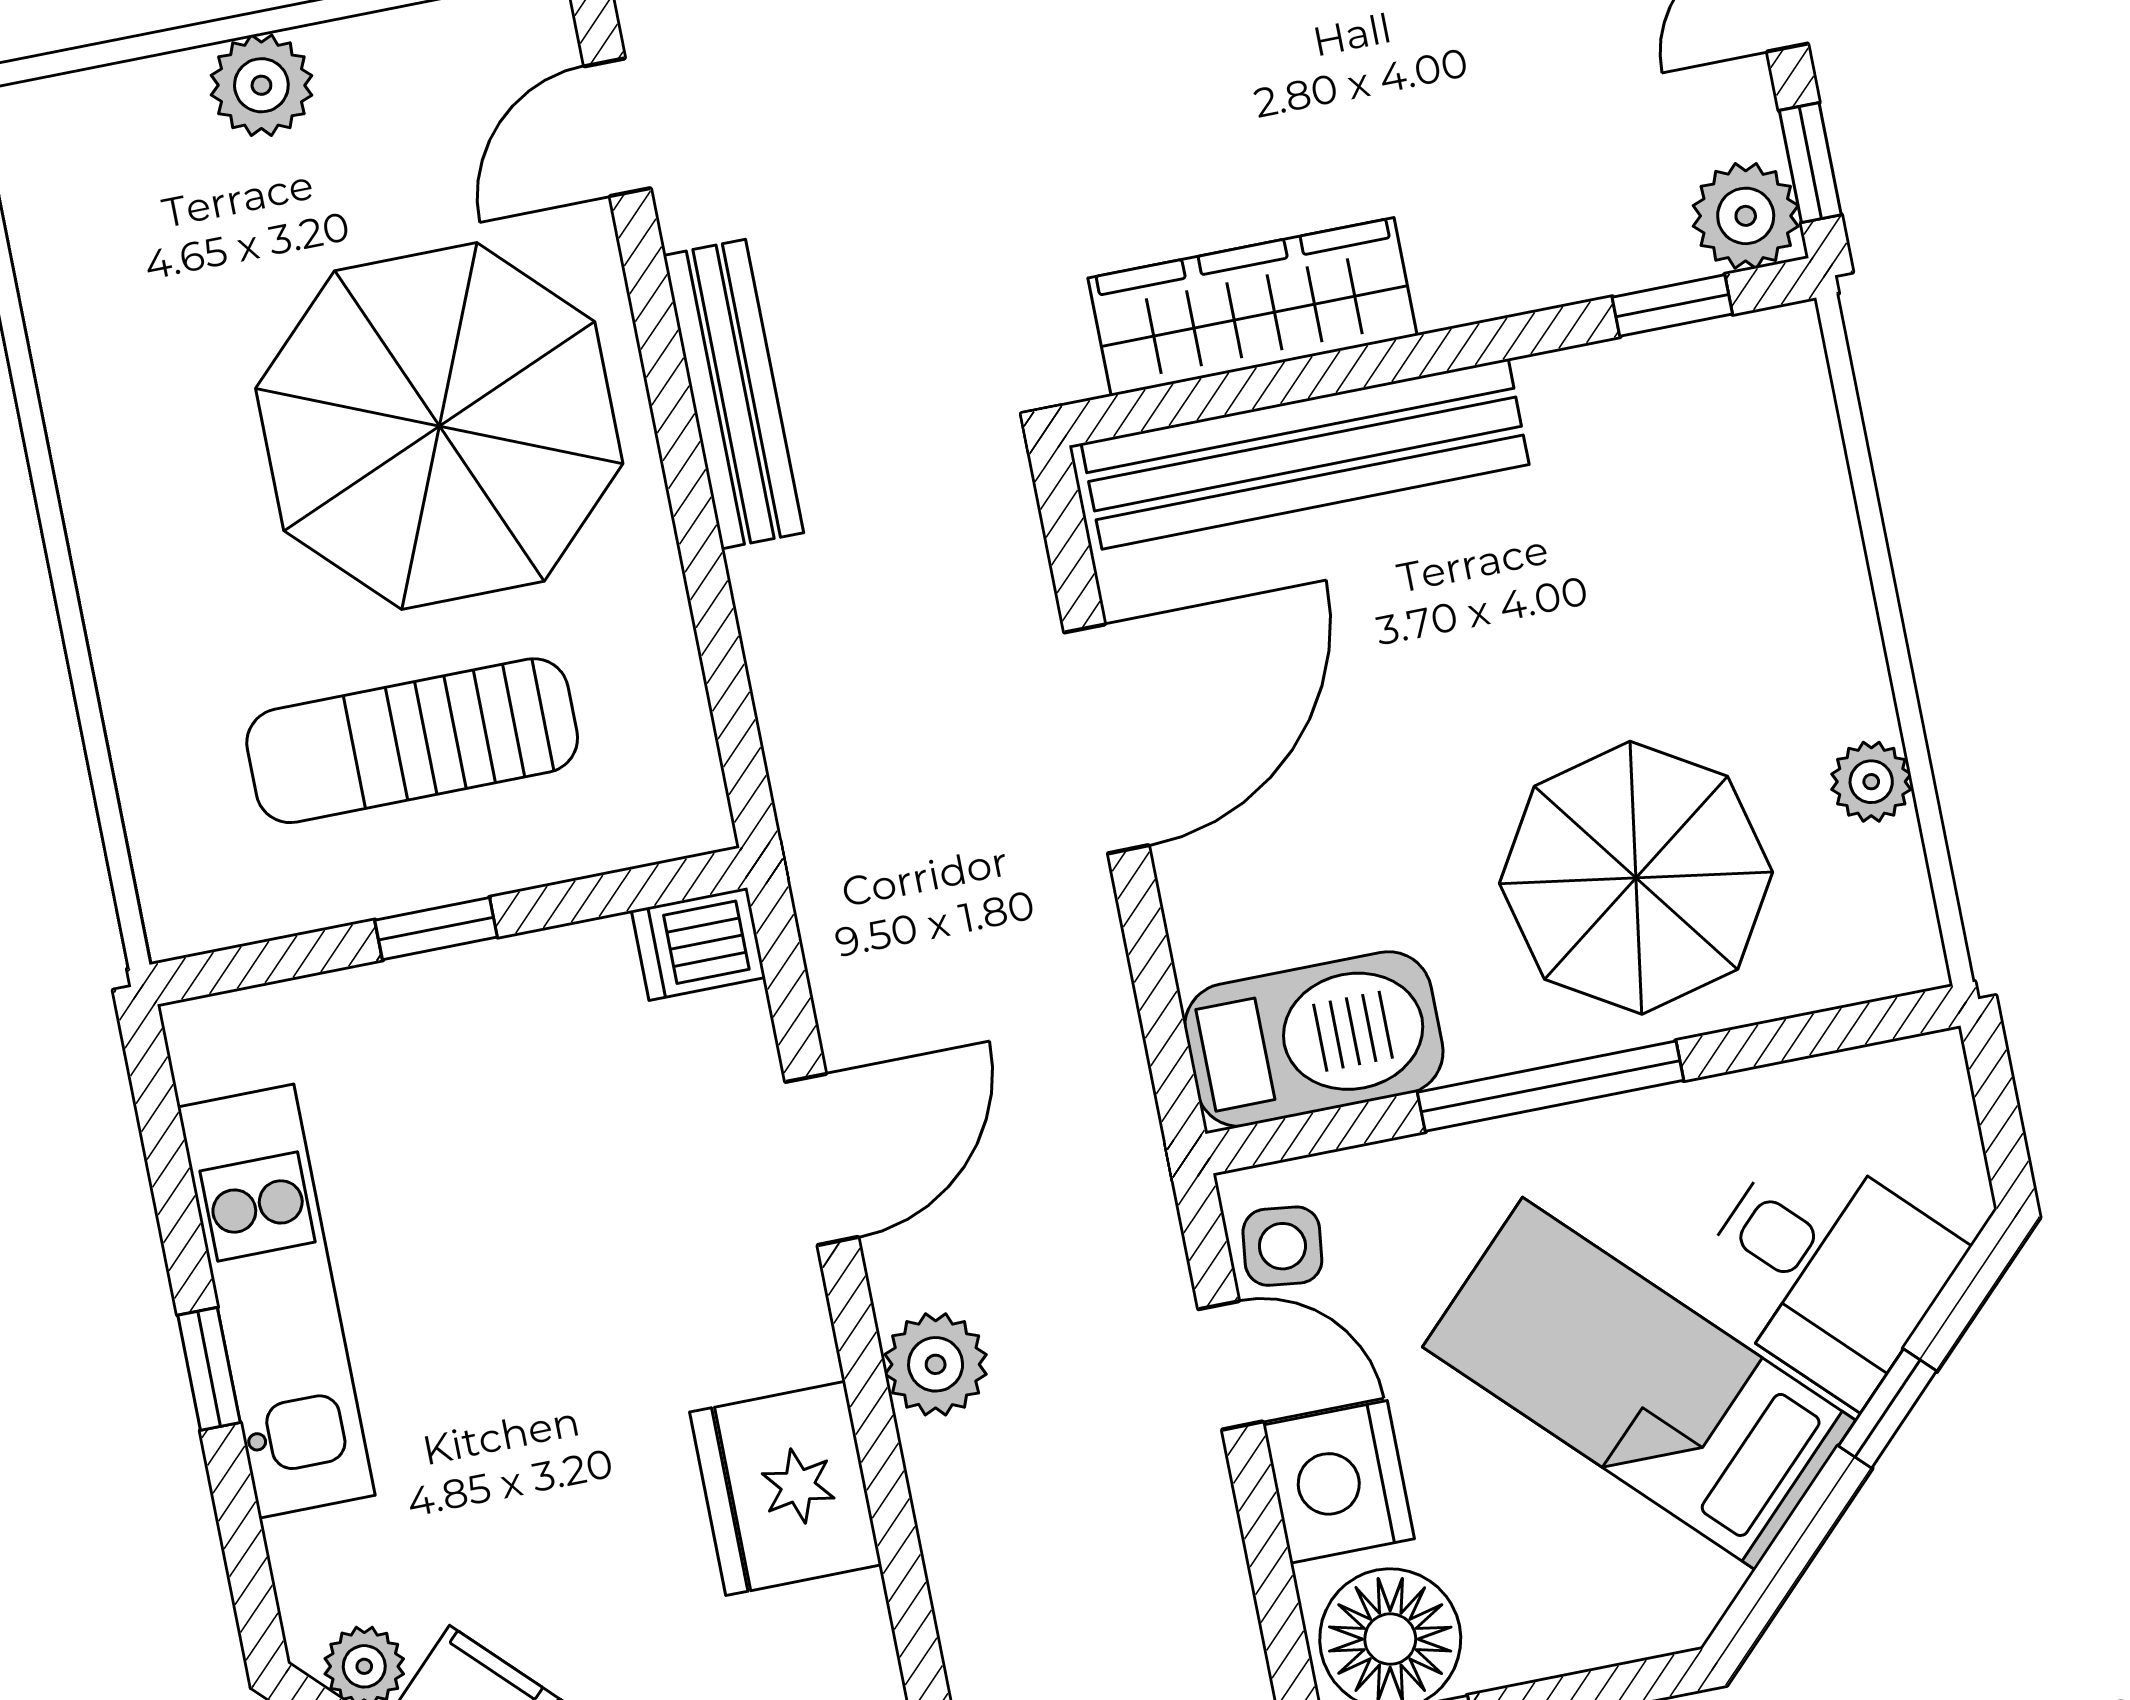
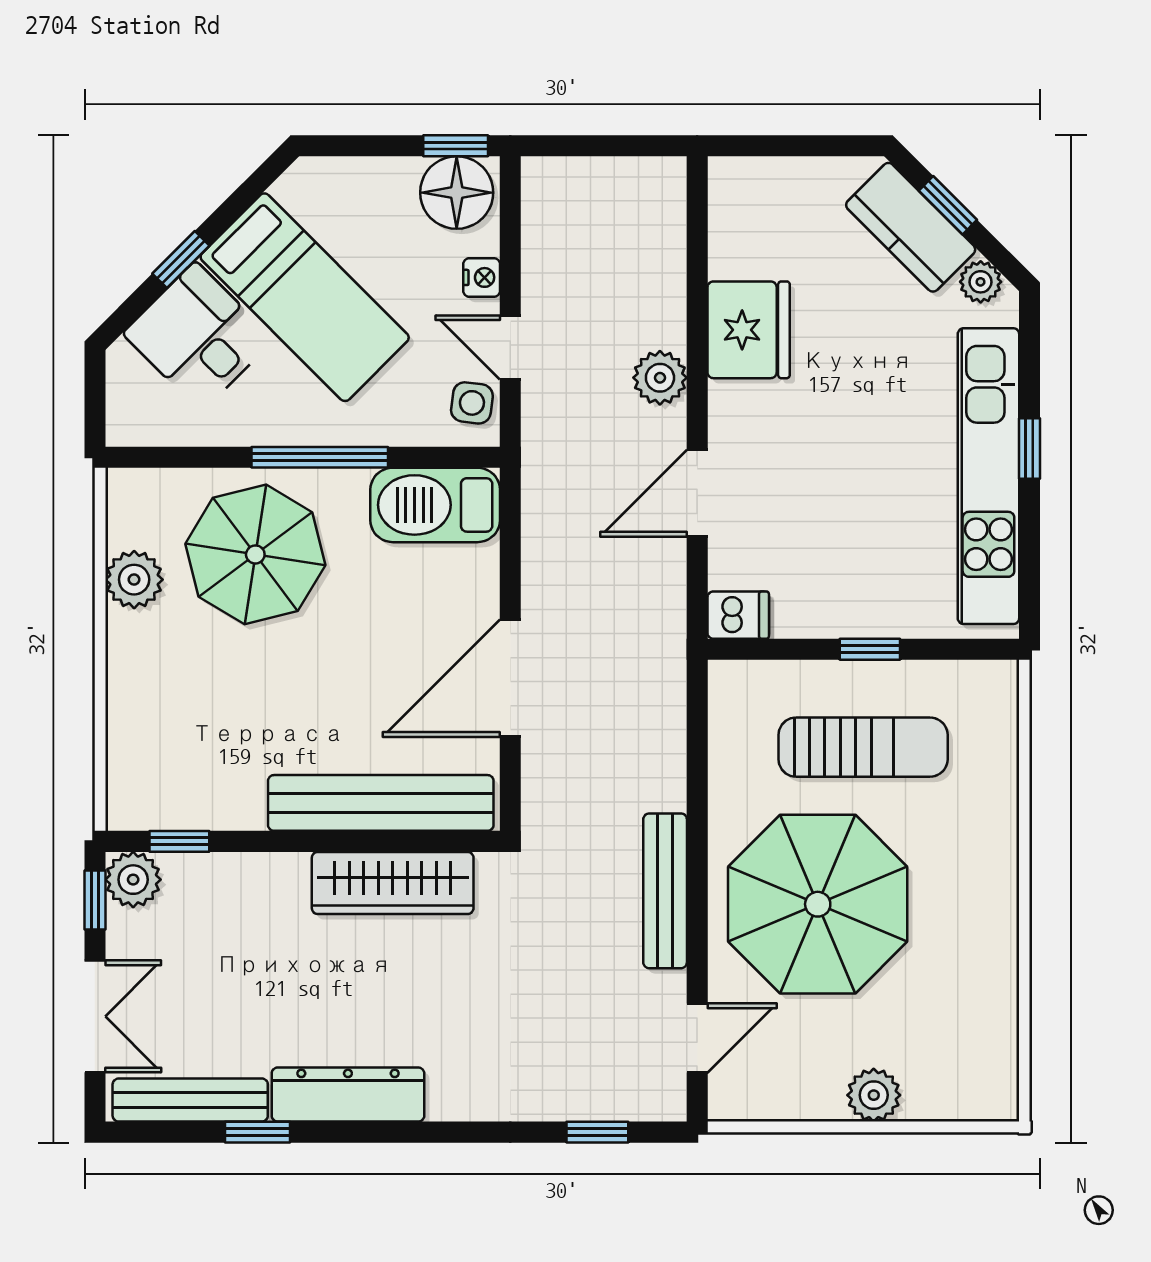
plant: (1871, 782) -> (134, 580), width x1.38, depth x1.38
kitchen unit: (276, 1301) -> (988, 476), width x1.36
nightstand: (1339, 1482) -> (482, 277), width x0.53, depth x0.56

